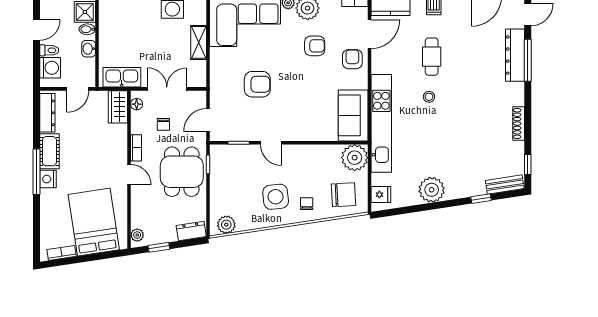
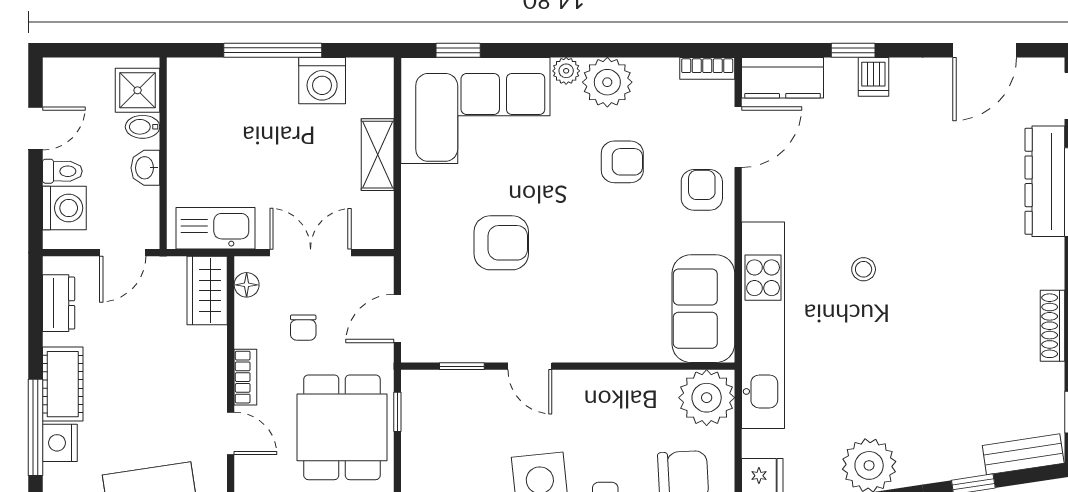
cafe table: (432, 57) -> (869, 184), removed
dresser: (47, 113) -> (59, 303), width x0.70

